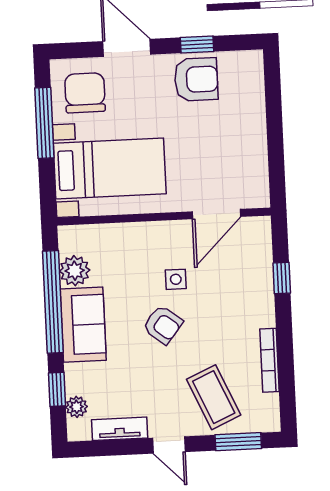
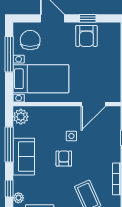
armchair: (196, 79) -> (86, 36), turned 90
plant: (75, 271) -> (21, 117), moved
window: (53, 302) -> (9, 144), width x0.68
armchair: (163, 325) -> (64, 159), turned -128

